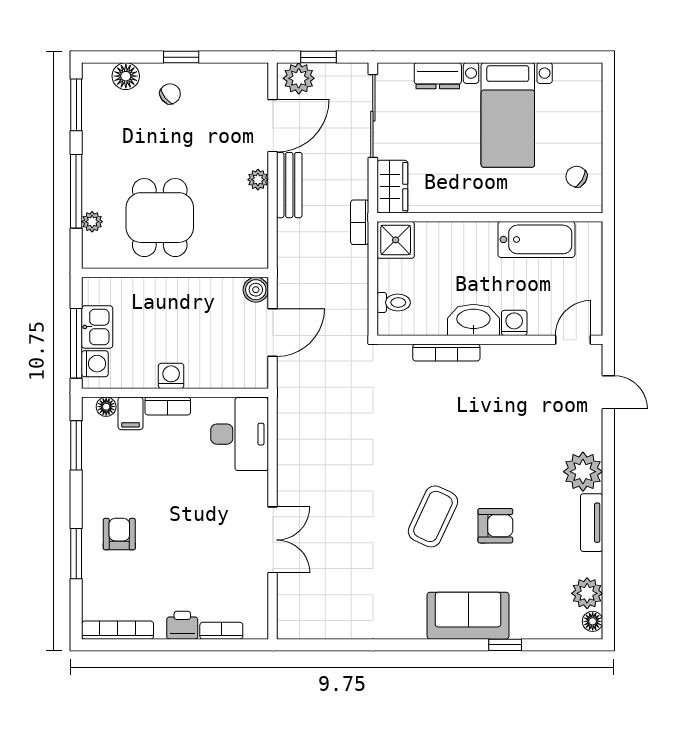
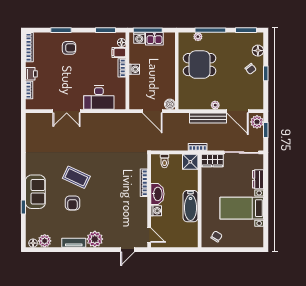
bench: (289, 185) -> (208, 118), width x1.36
bathtub: (536, 239) -> (191, 206), moved
desk: (240, 434) -> (99, 98), moved

